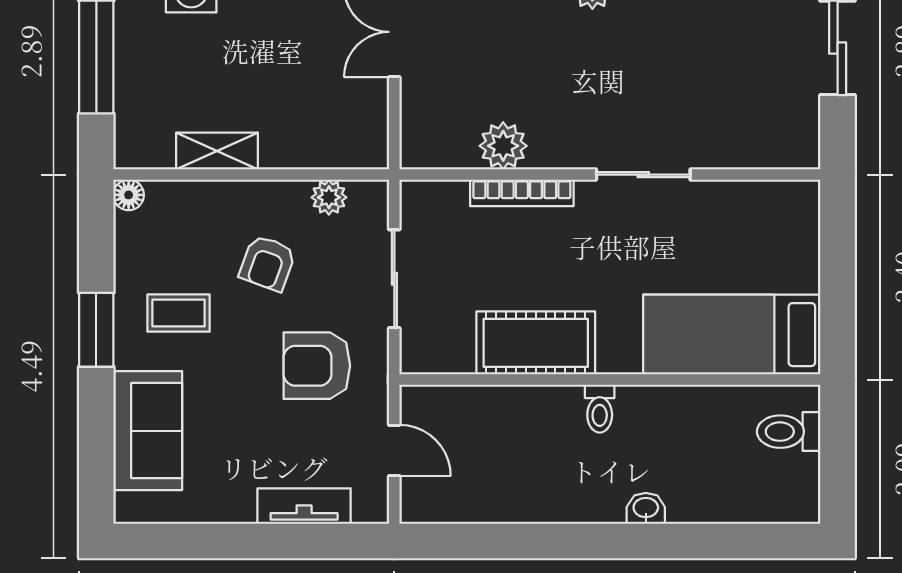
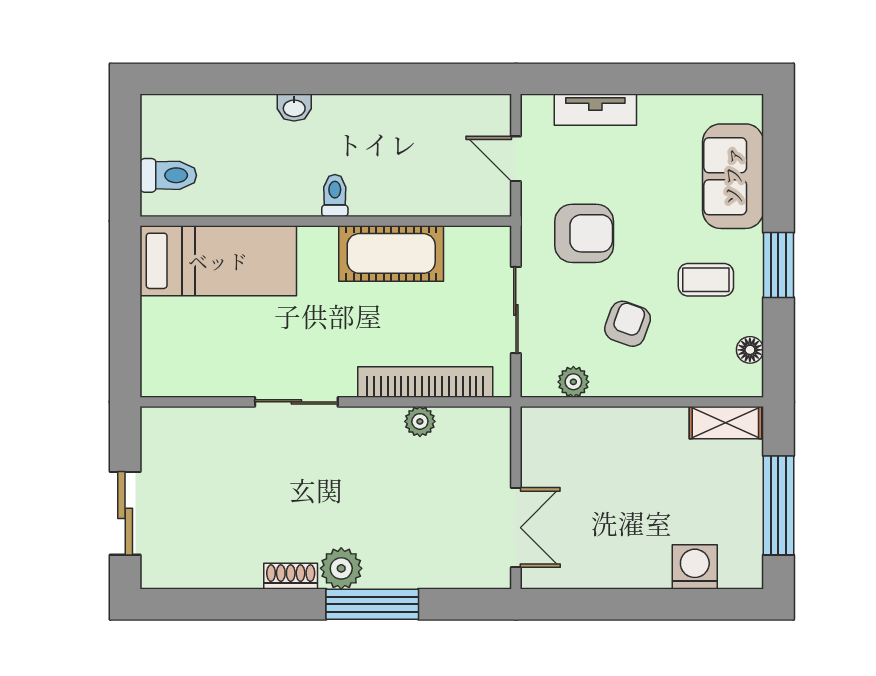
plant: (503, 146) -> (420, 421), width x0.73, depth x0.73
shelving: (217, 151) -> (725, 423), moved
bookcase: (522, 193) -> (425, 382), width x1.48, depth x1.31
floor lamp: (129, 195) -> (750, 350), moved

